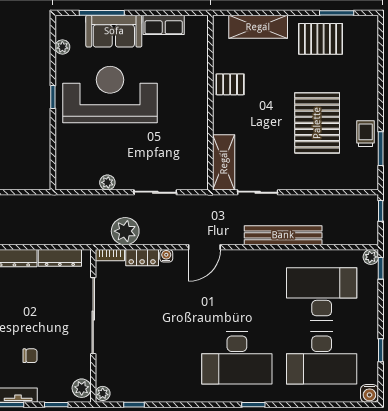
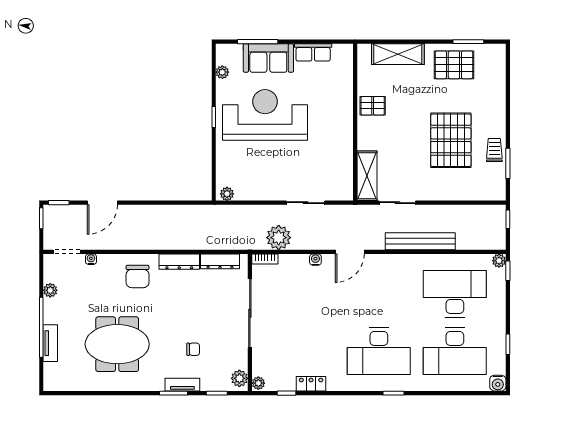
plant: (107, 182) -> (227, 194), moved
locker: (142, 258) -> (311, 384), moved, turned 180

